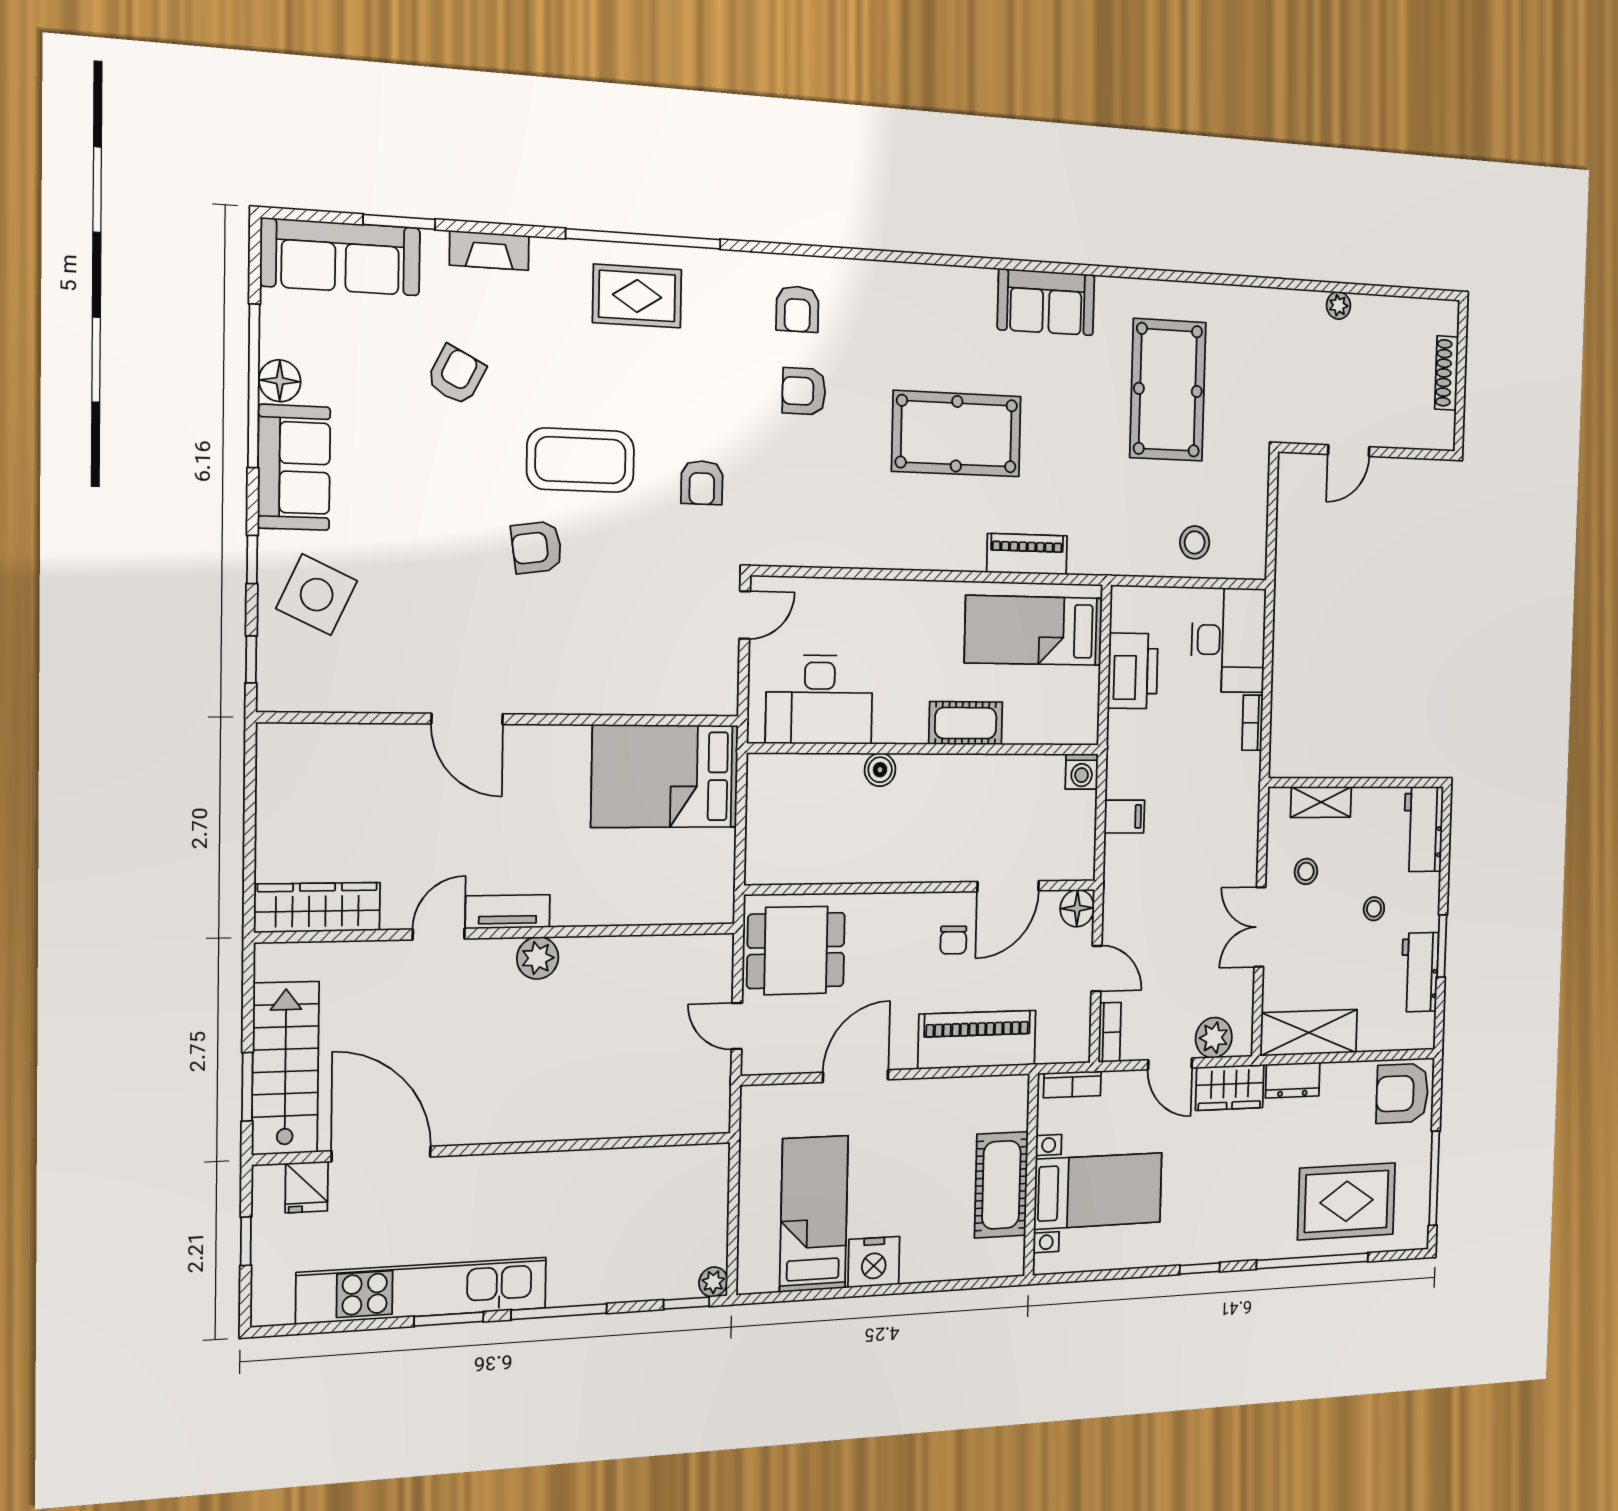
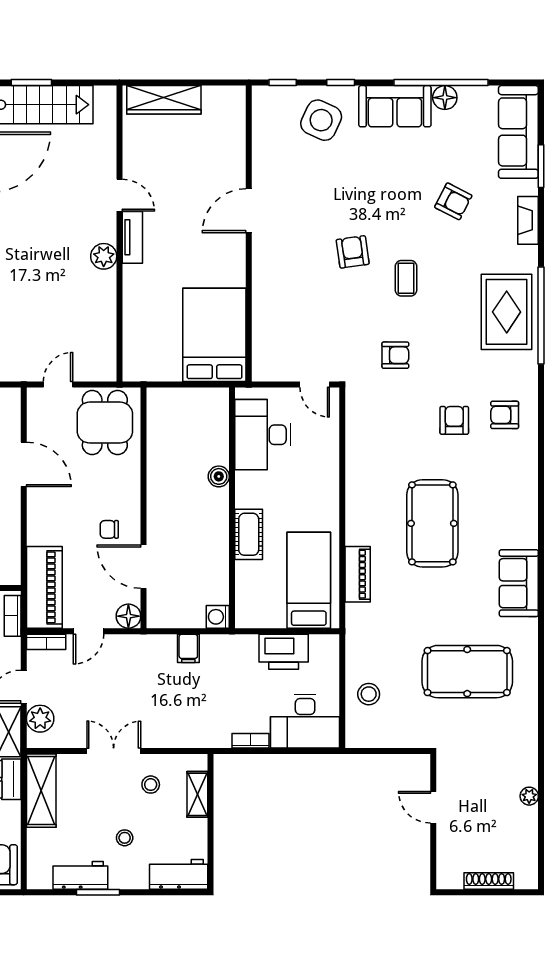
rug: (637, 296) -> (507, 312), width x1.36, depth x1.43
coffee table: (581, 460) -> (406, 278), width x0.54, depth x0.58
armchair: (702, 483) -> (395, 355), turned 180
wardrobe: (317, 907) -> (164, 100), moved, turned 90
piano: (977, 1040) -> (44, 587), moved

